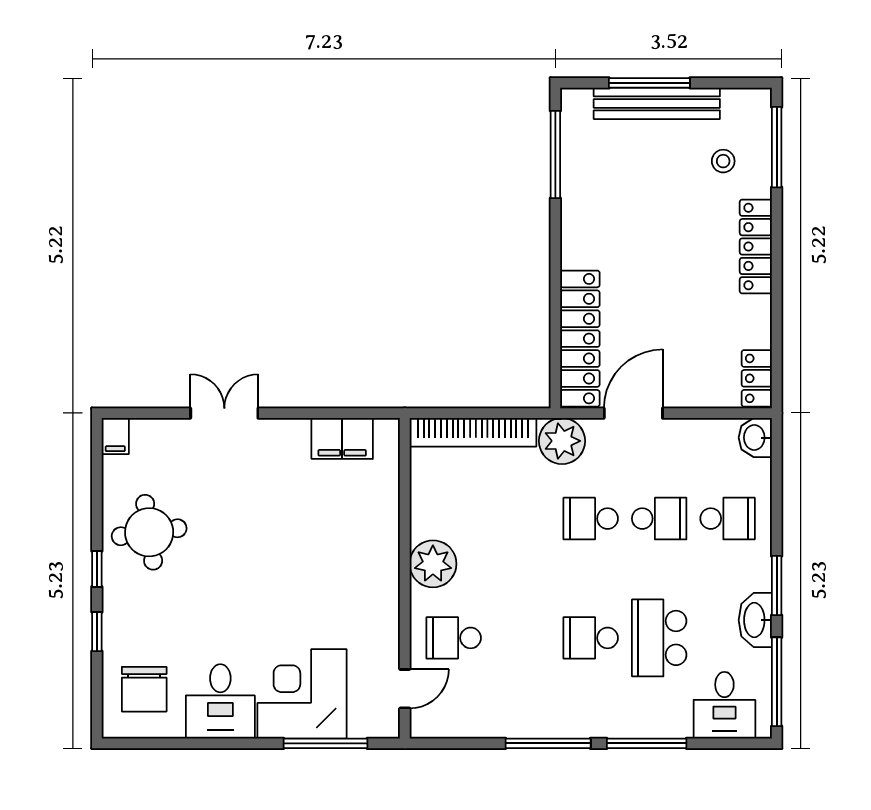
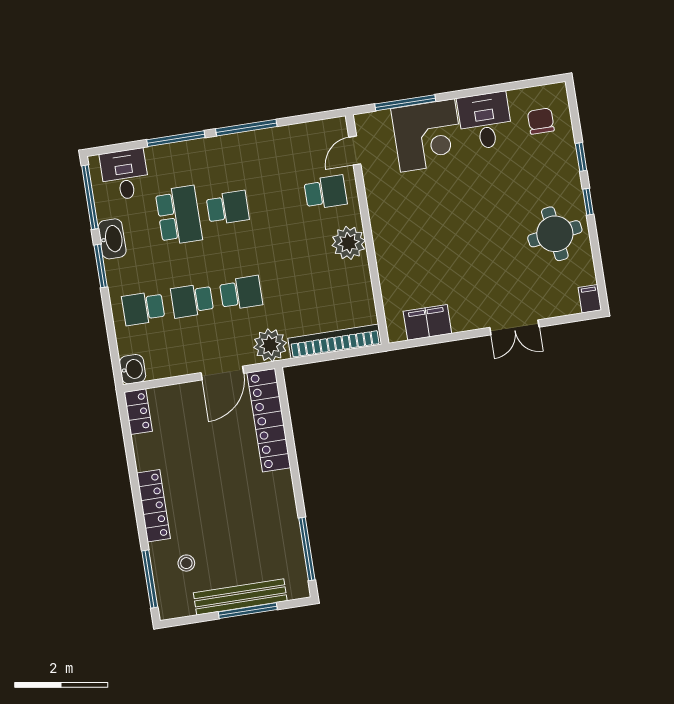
chair: (144, 689) -> (541, 121), width x0.73, depth x0.73

